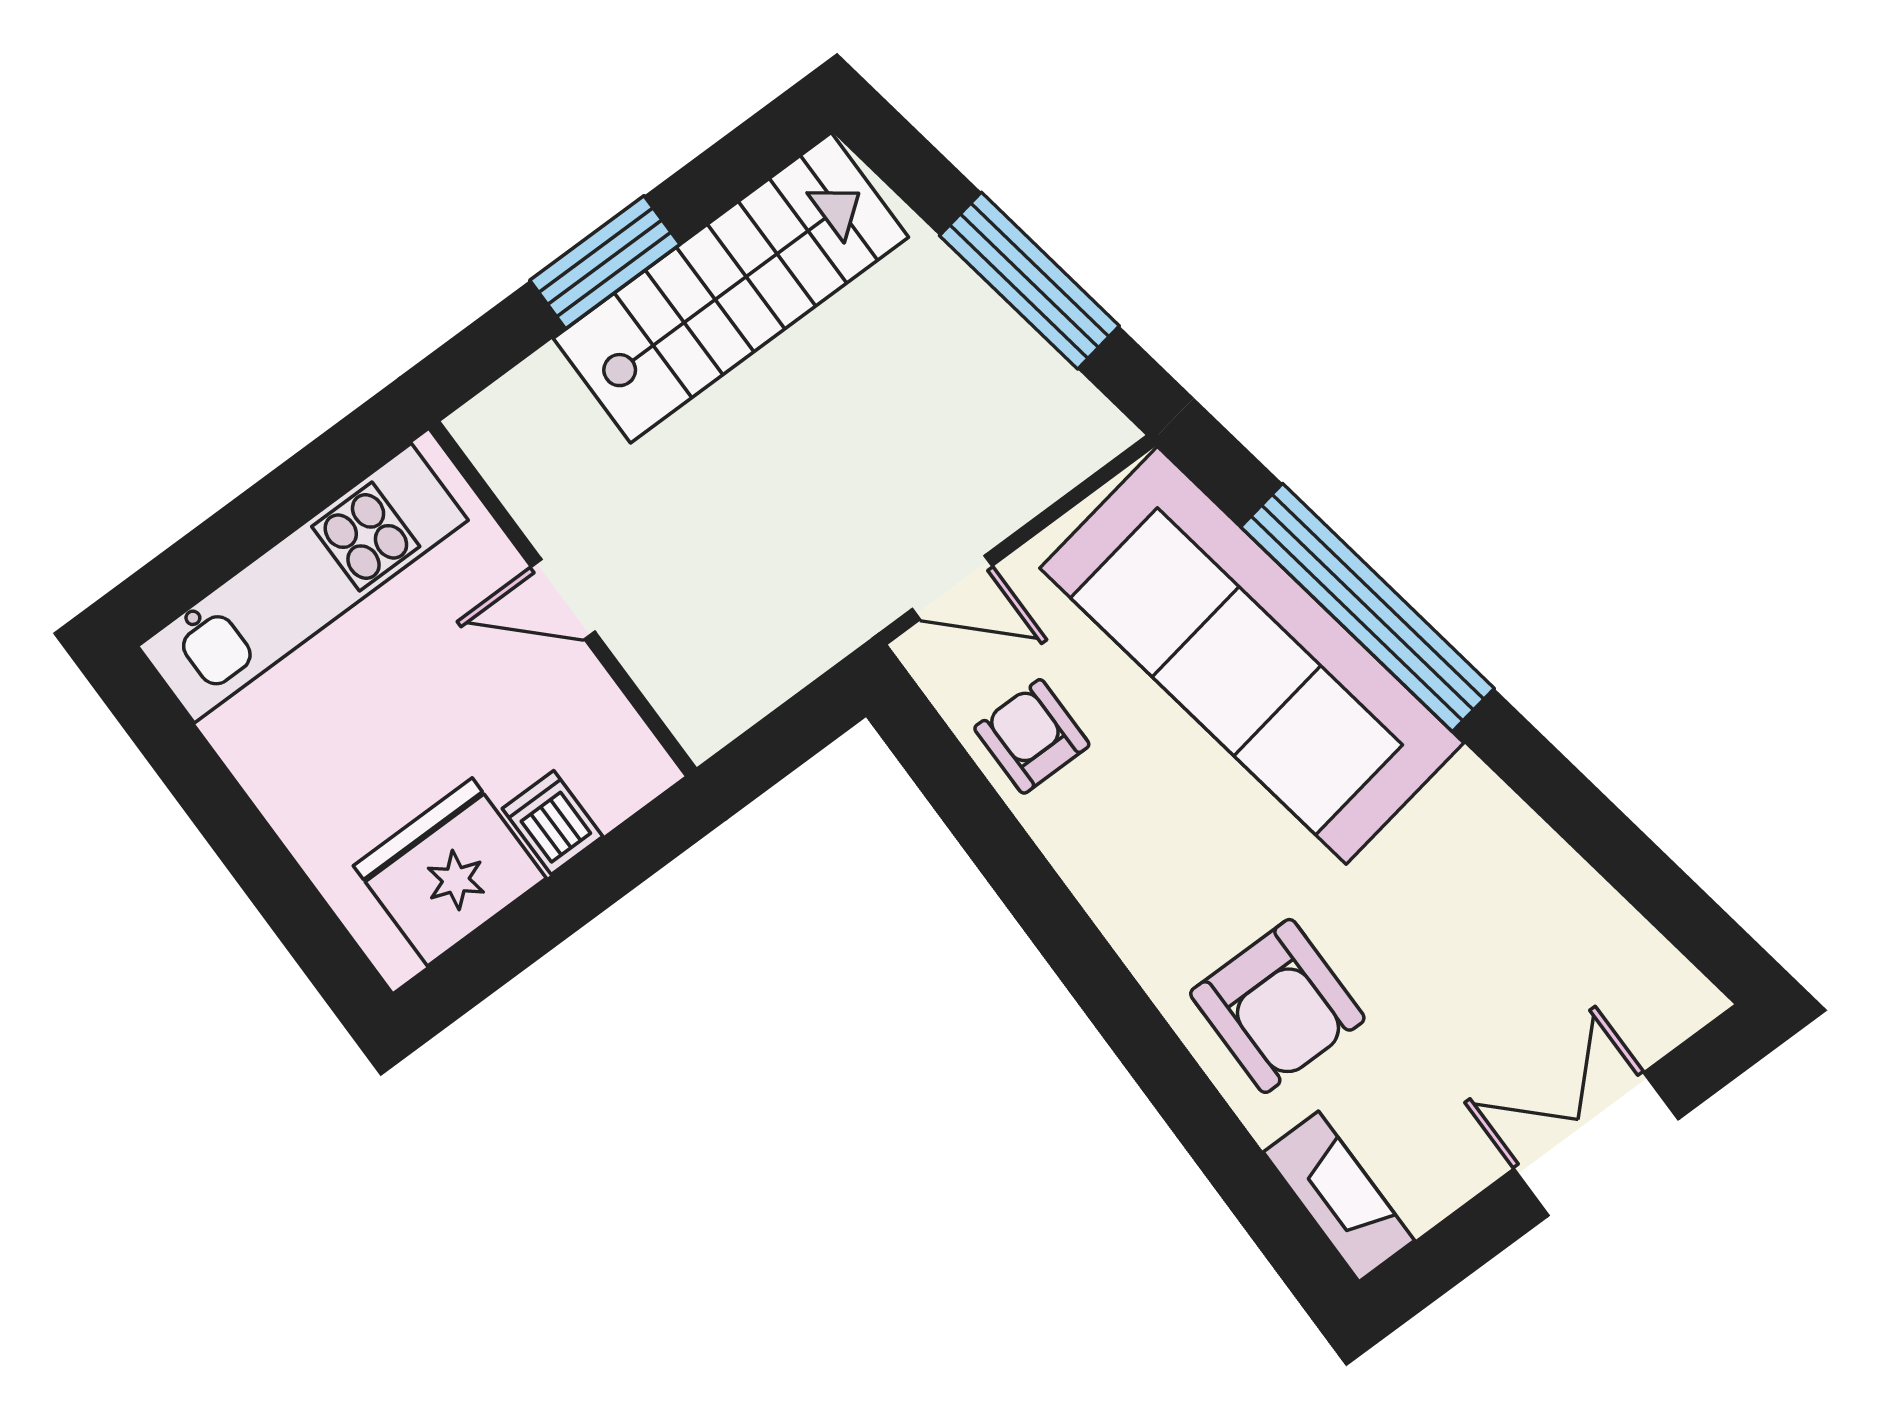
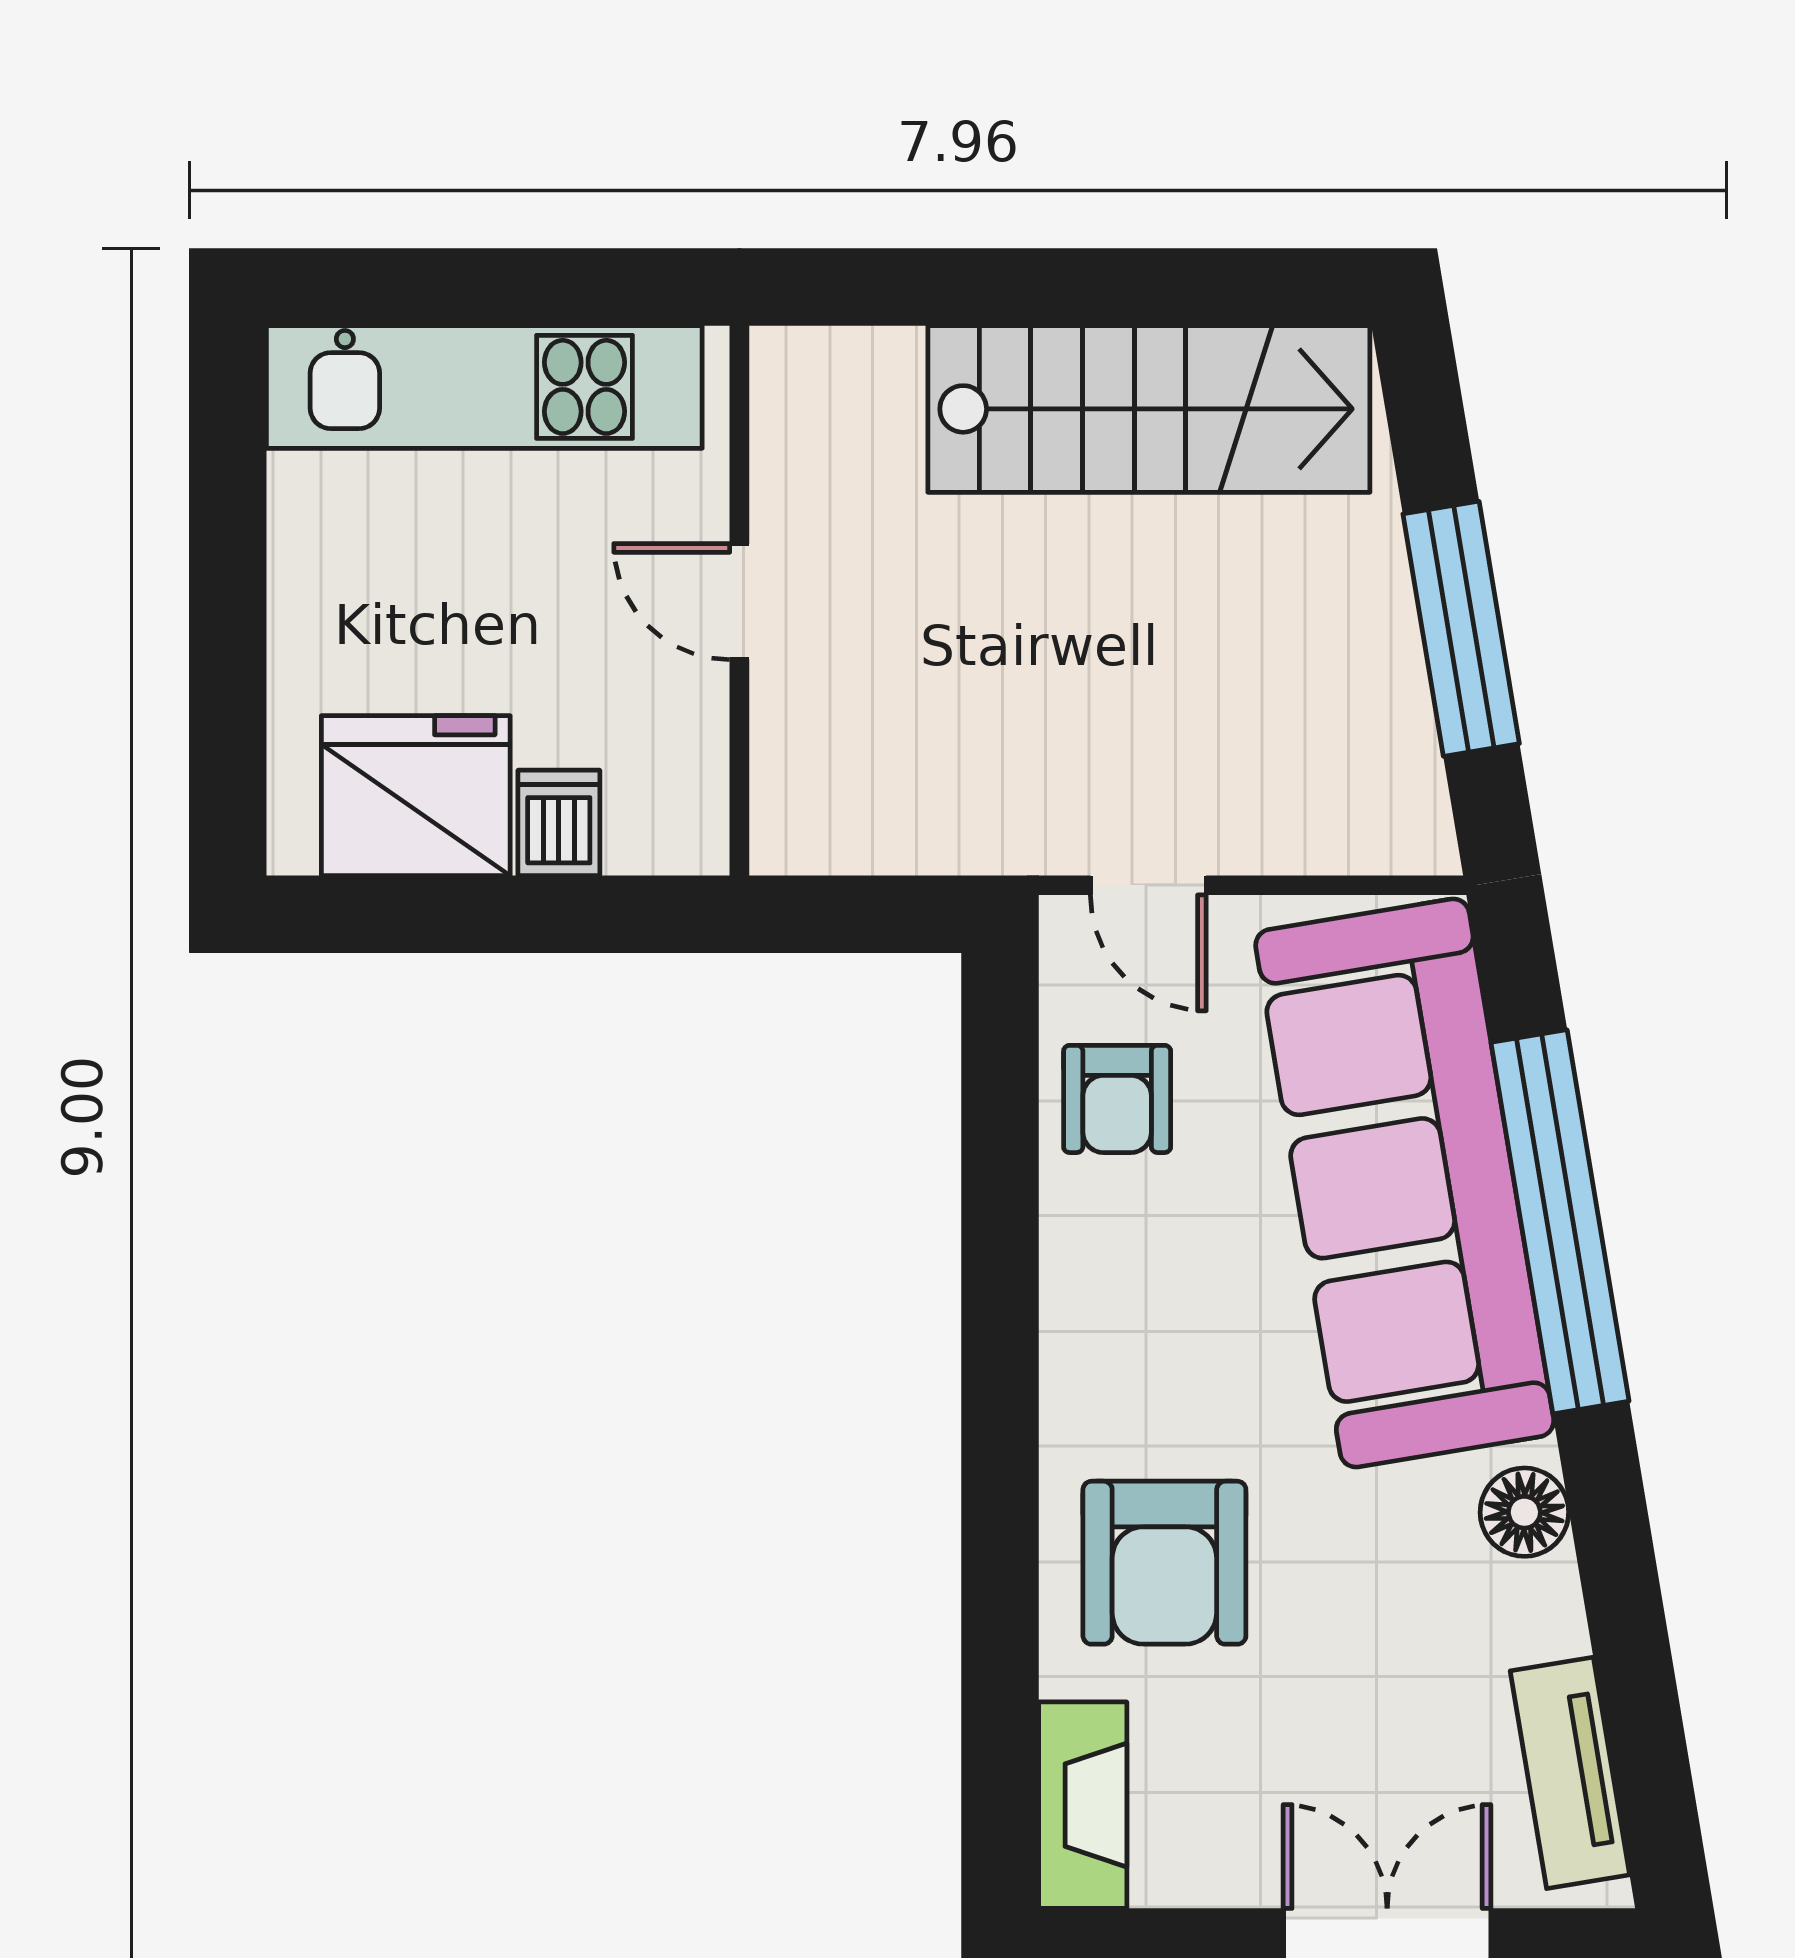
window: (605, 262) -> (1039, 287), removed
armchair: (1032, 736) -> (1117, 1099), turned 180
floor lamp: (1480, 807) -> (1524, 1512), added
tv unit: (1630, 949) -> (1570, 1773), added

